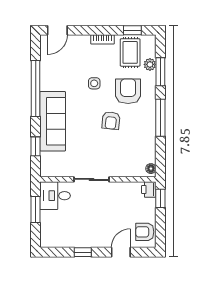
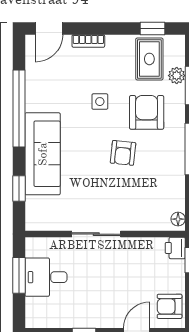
bookcase: (103, 39) -> (88, 41), moved
desk: (55, 196) -> (46, 277), moved

